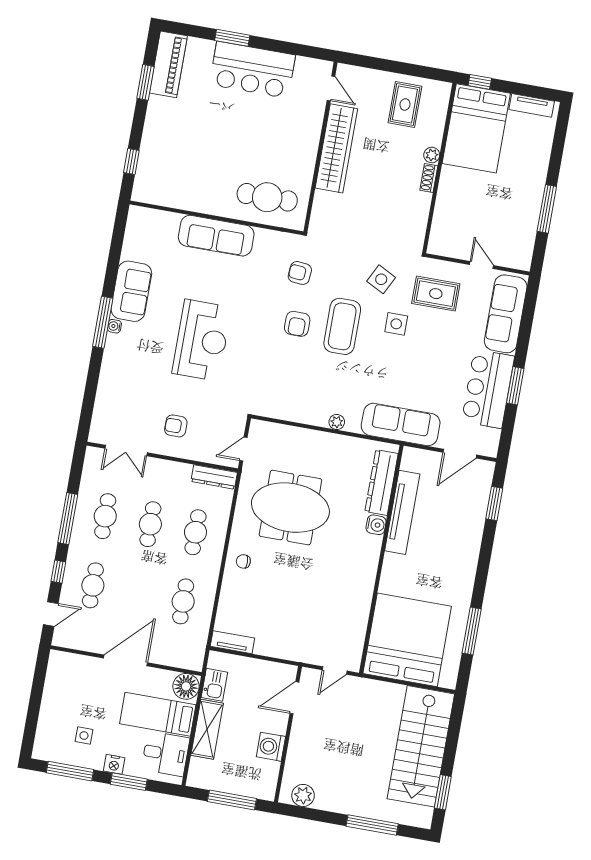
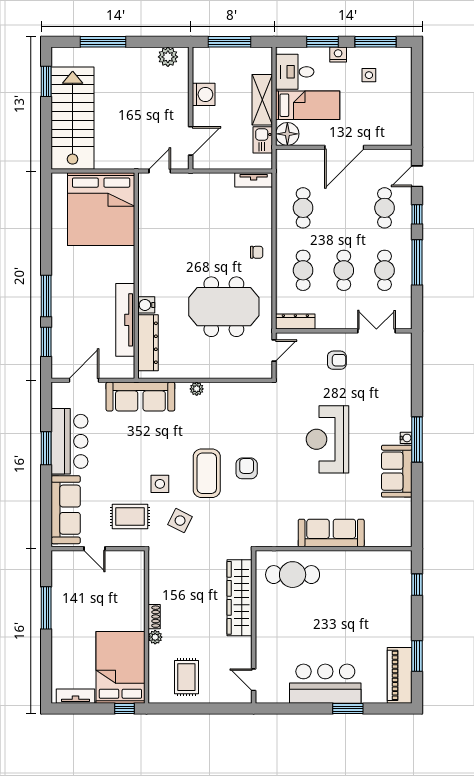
wardrobe: (336, 148) -> (240, 598), moved
armchair: (300, 273) -> (252, 513), removed
window: (472, 631) -> (46, 296), moved

